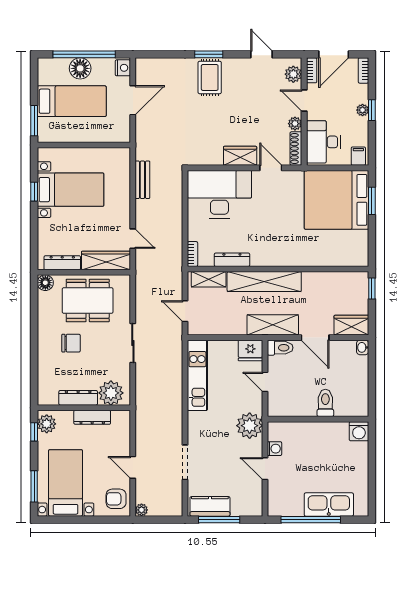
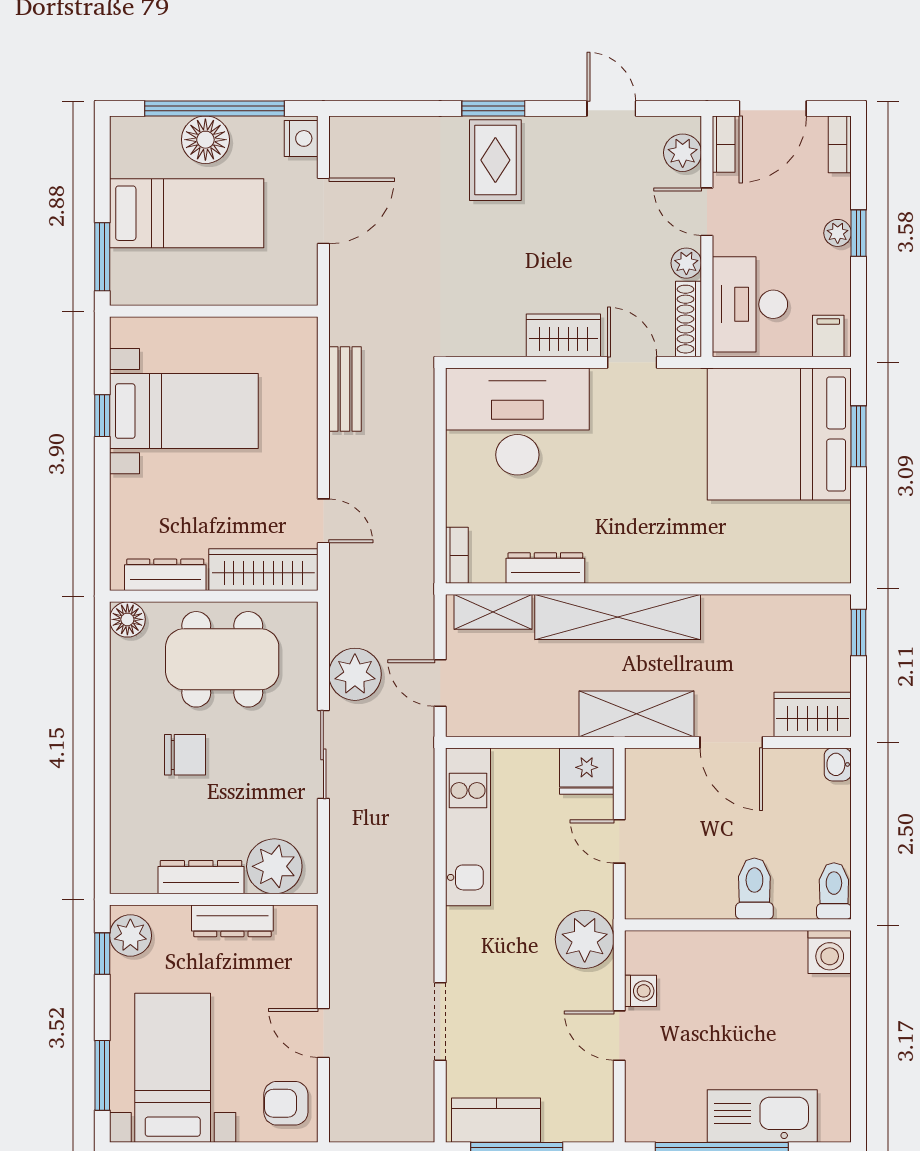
toilet: (280, 348) -> (834, 891), moved, turned -90
plant: (141, 510) -> (355, 674), moved, width x1.88, depth x1.88

